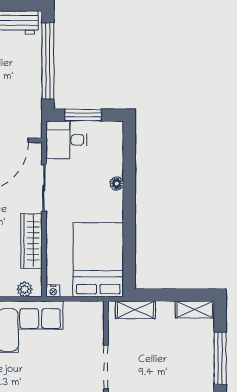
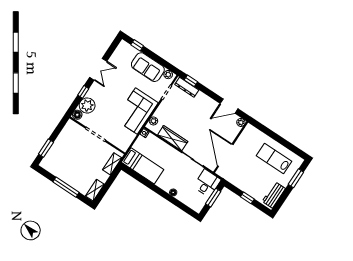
window: (48, 61) -> (247, 198), width x0.32
bed: (98, 260) -> (143, 166), width x0.67

